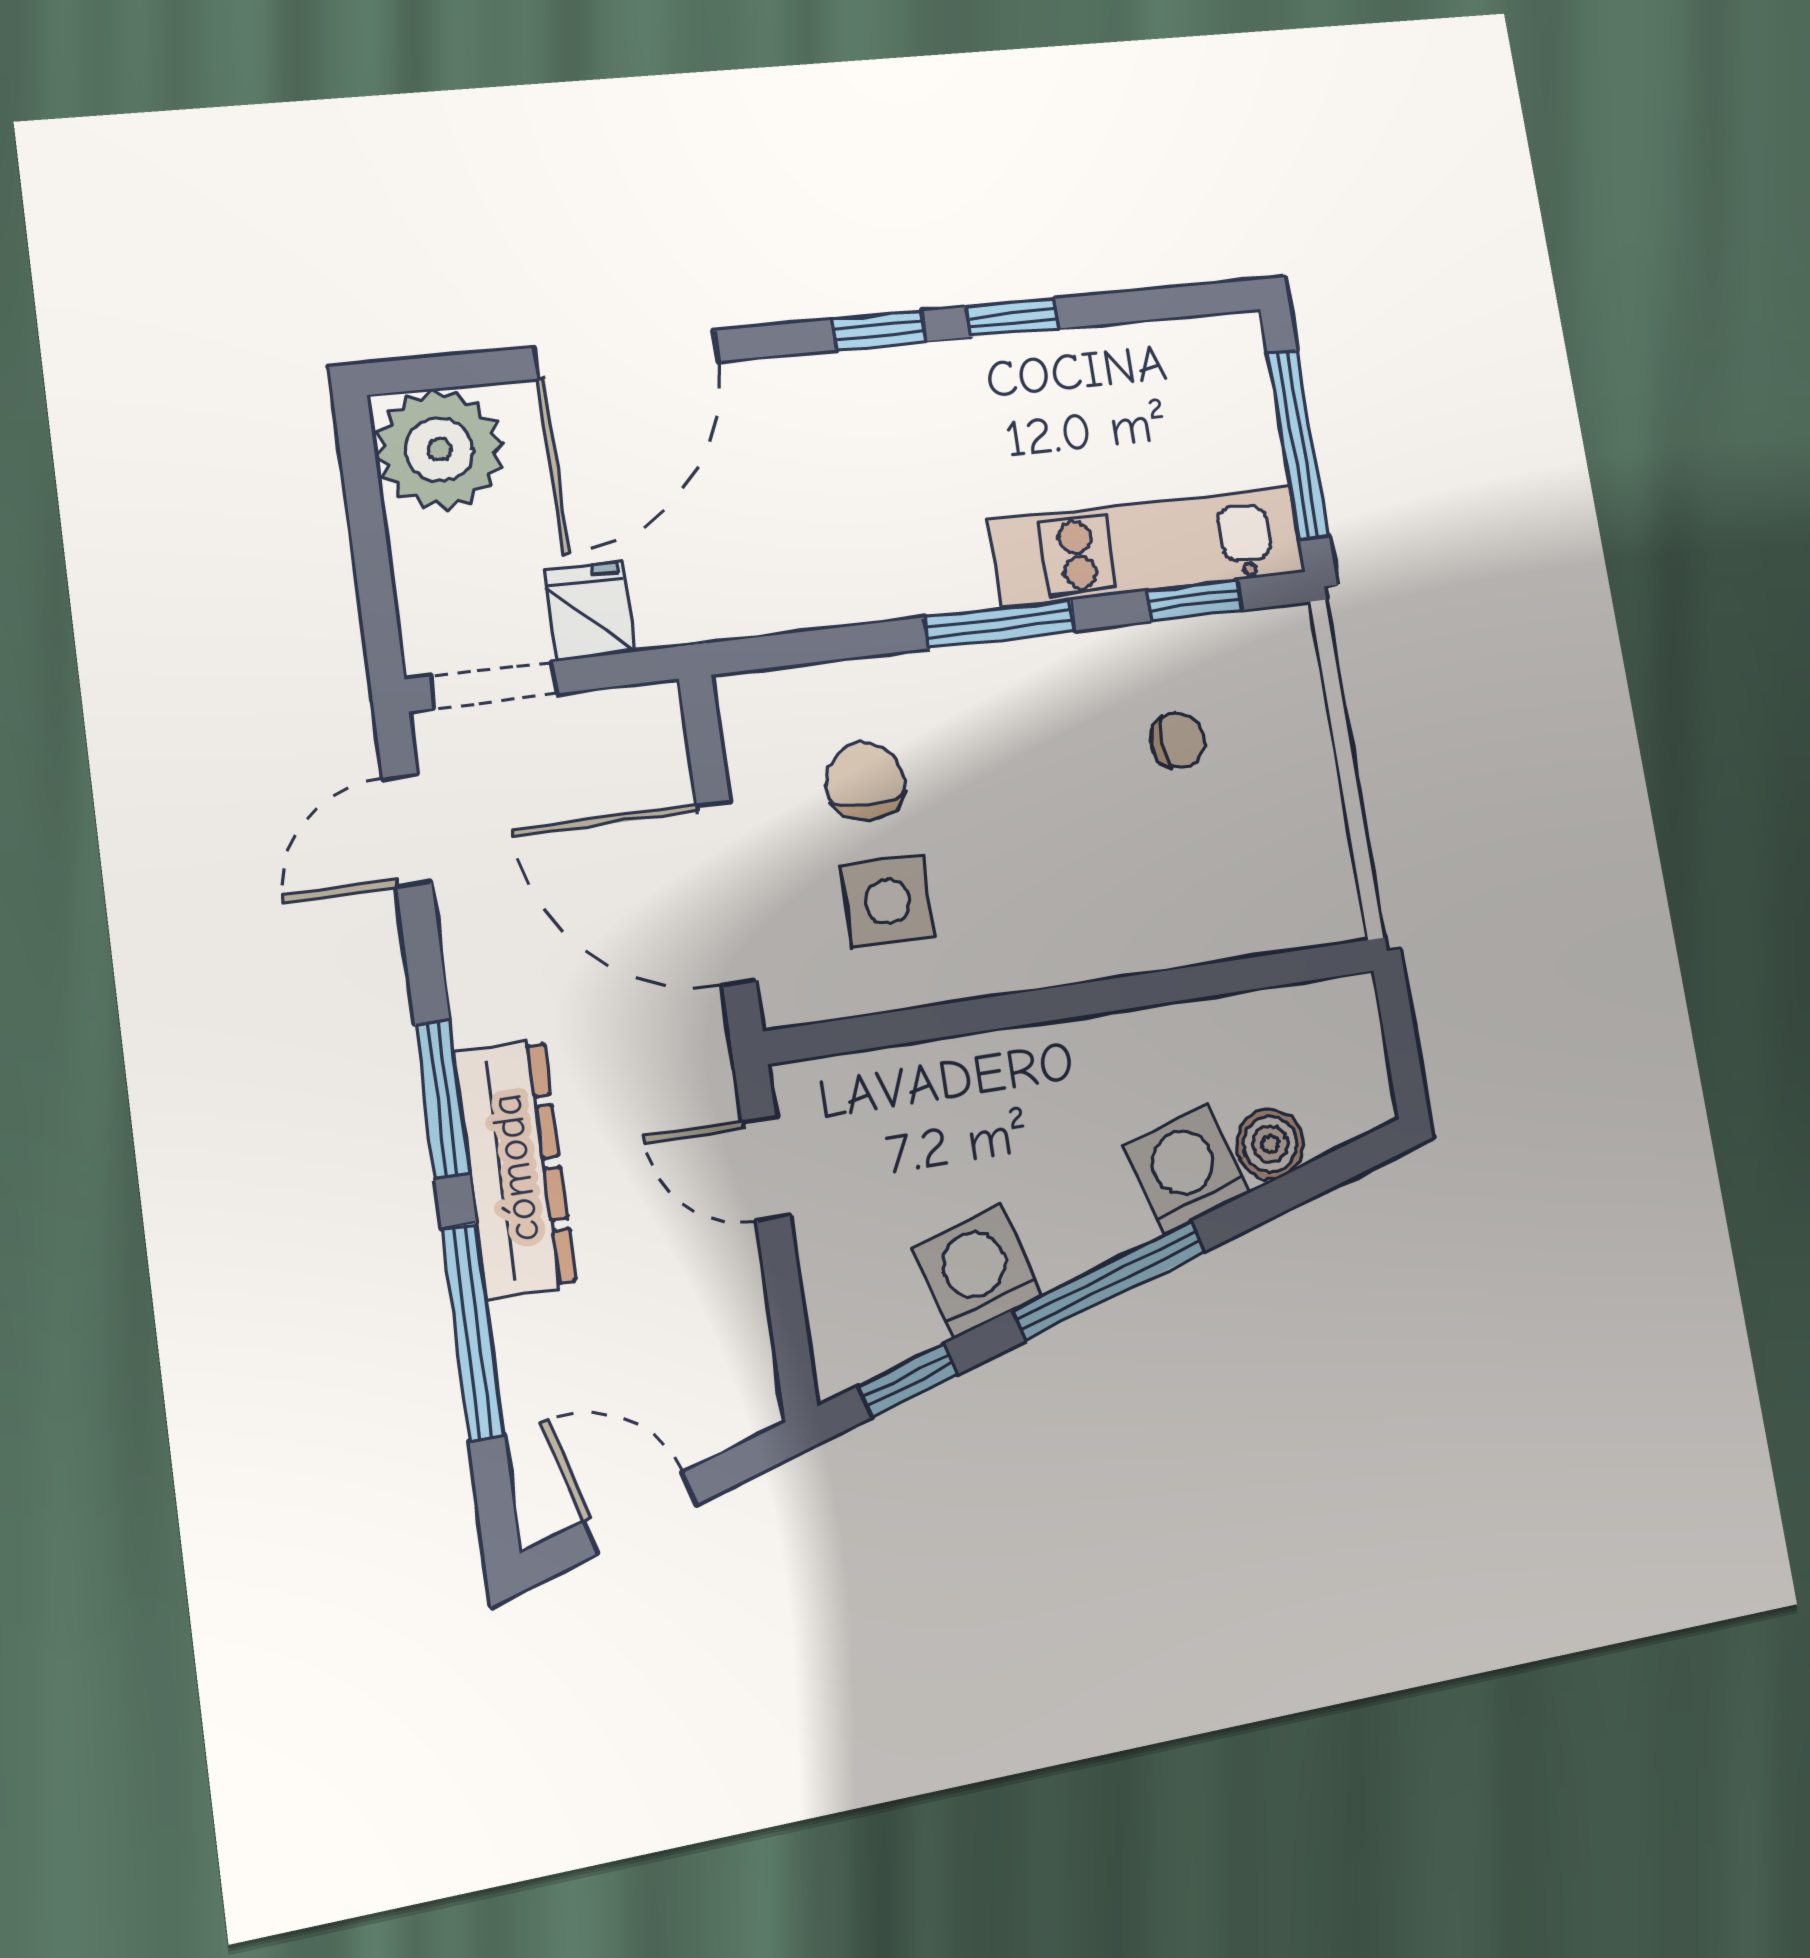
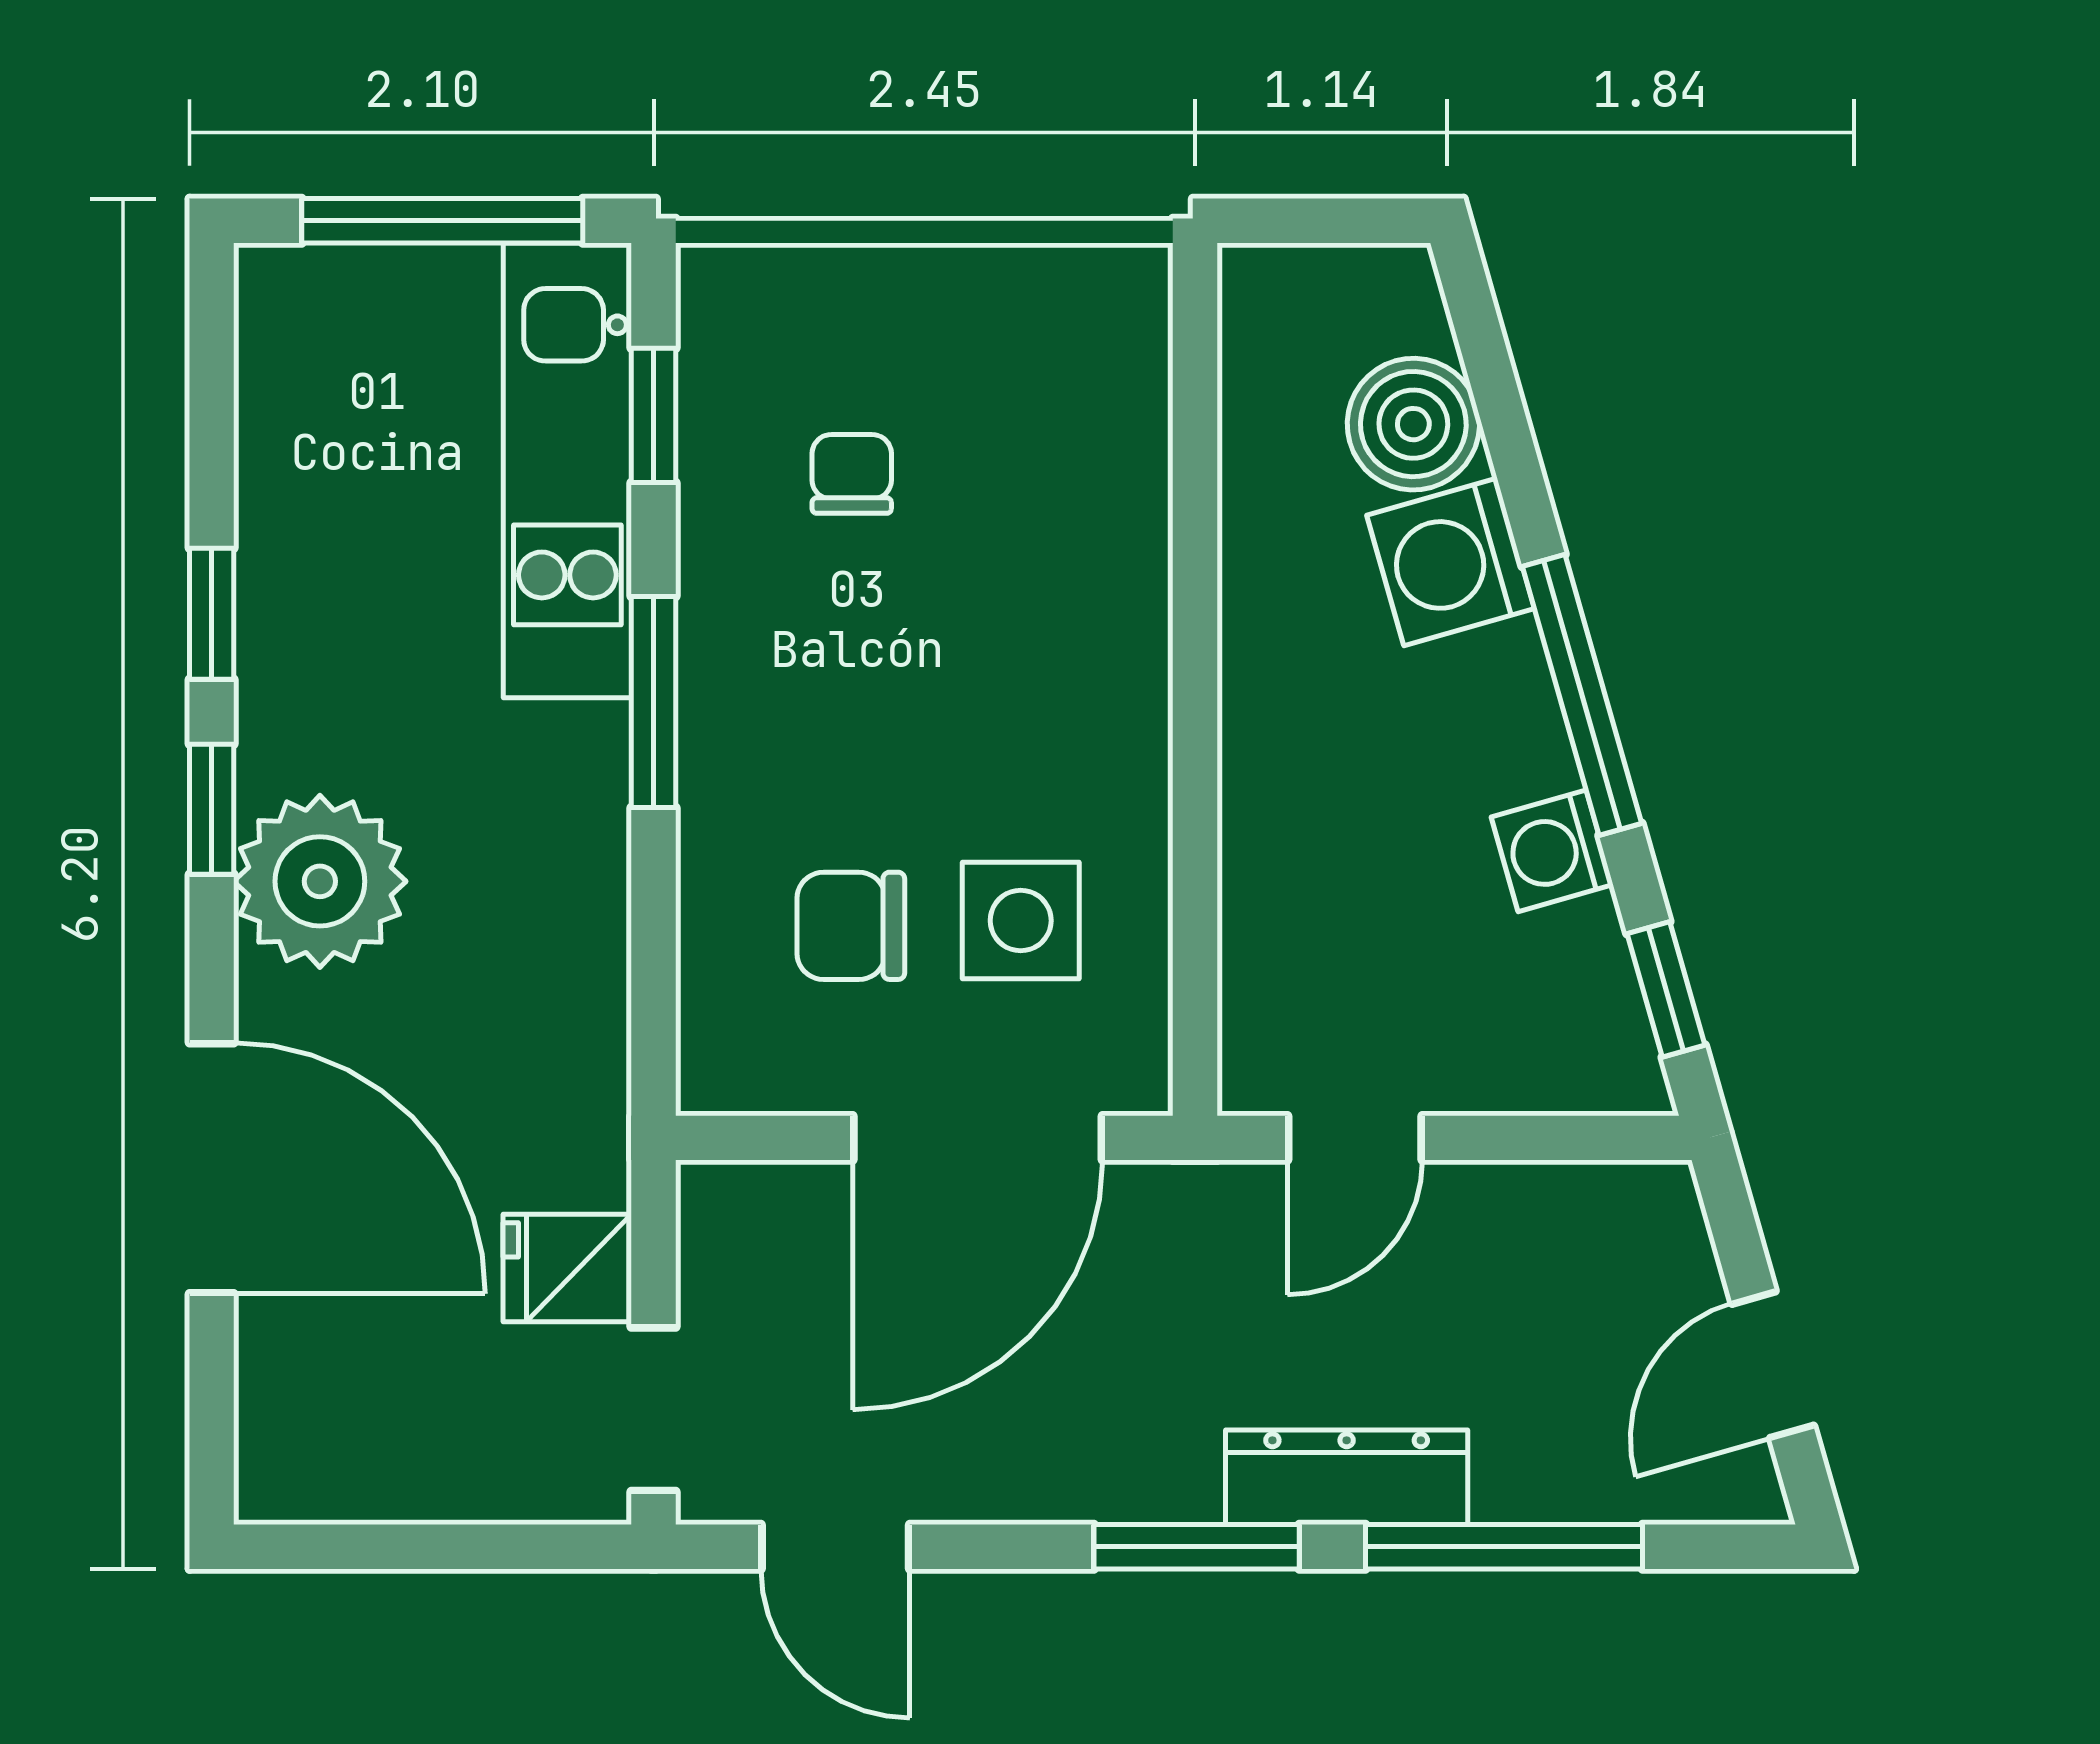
plant: (439, 450) -> (320, 881), moved
boiler: (1270, 1144) -> (1413, 424), width x1.36, depth x1.36
dresser: (515, 1168) -> (1347, 1477), width x0.73, depth x0.80
washing machine: (977, 1271) -> (1552, 851), width x0.73, depth x0.73

